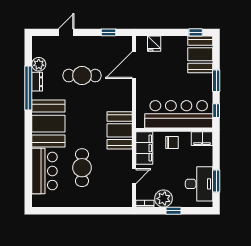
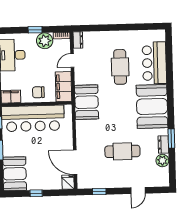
window: (196, 32) -> (36, 193), moved
fridge: (154, 44) -> (68, 182), moved
door: (134, 65) -> (75, 162), swing flipped
window: (28, 88) -> (171, 139), width x0.47
dresser: (127, 198) -> (78, 40), added

